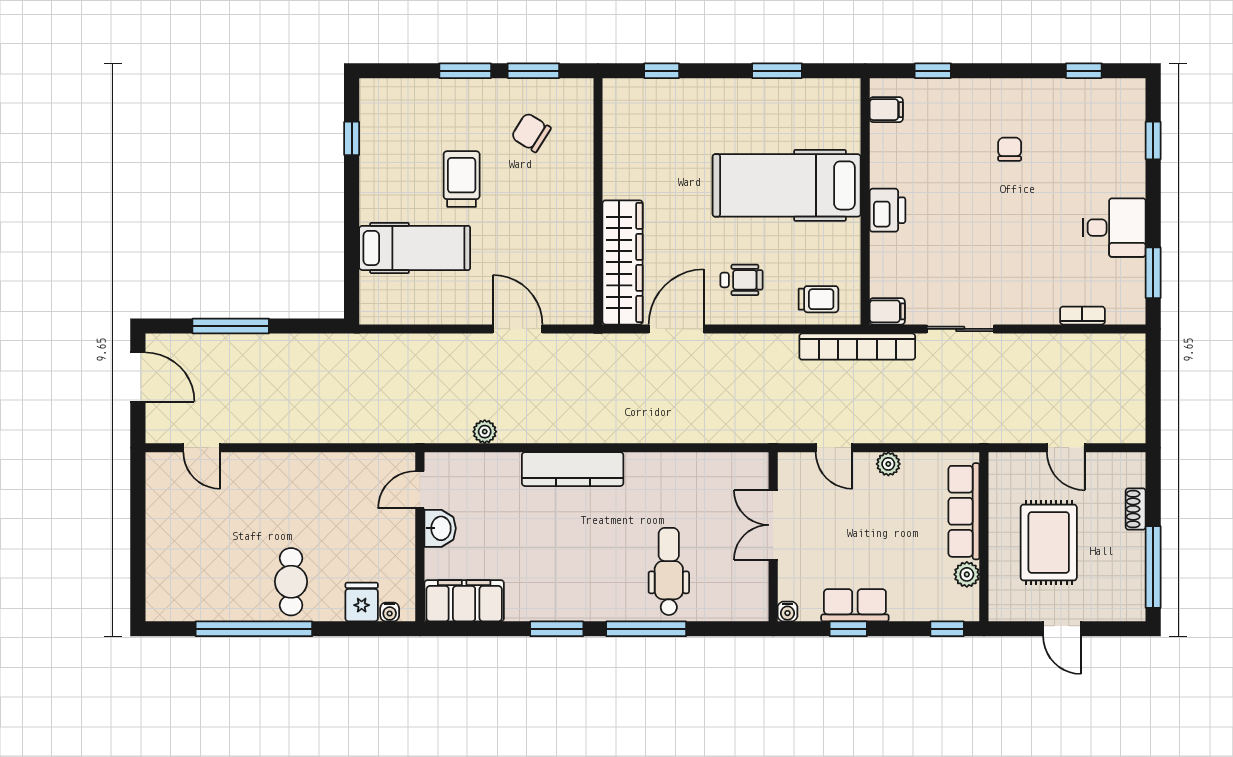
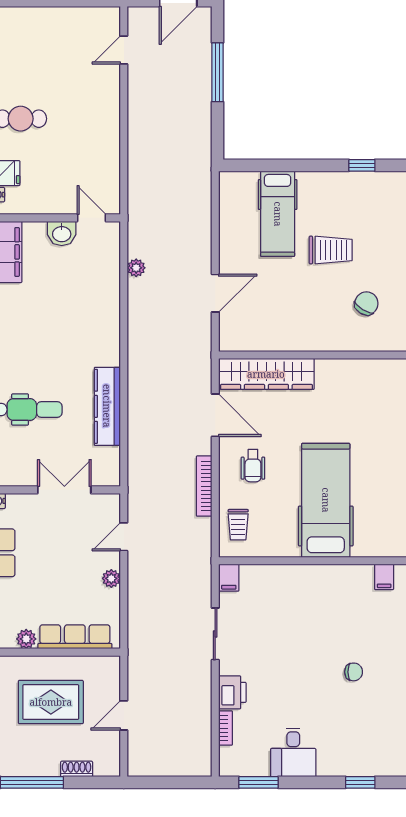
printer: (887, 210) -> (232, 692), moved, turned -90
bookcase: (857, 347) -> (204, 486), moved, width x0.68, depth x0.76
kitchen counter: (573, 469) -> (107, 406), moved

